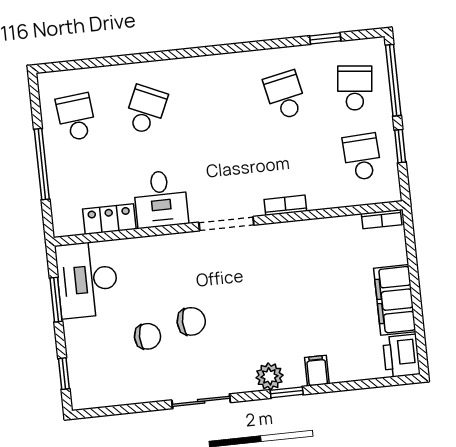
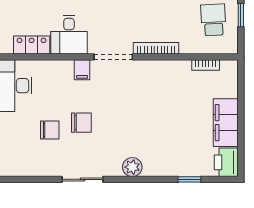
bookcase: (285, 205) -> (156, 48), width x1.56
bookcase: (382, 219) -> (206, 65), moved
filing cabinet: (317, 371) -> (82, 70), moved, turned 180
window: (287, 392) -> (189, 179), moved

